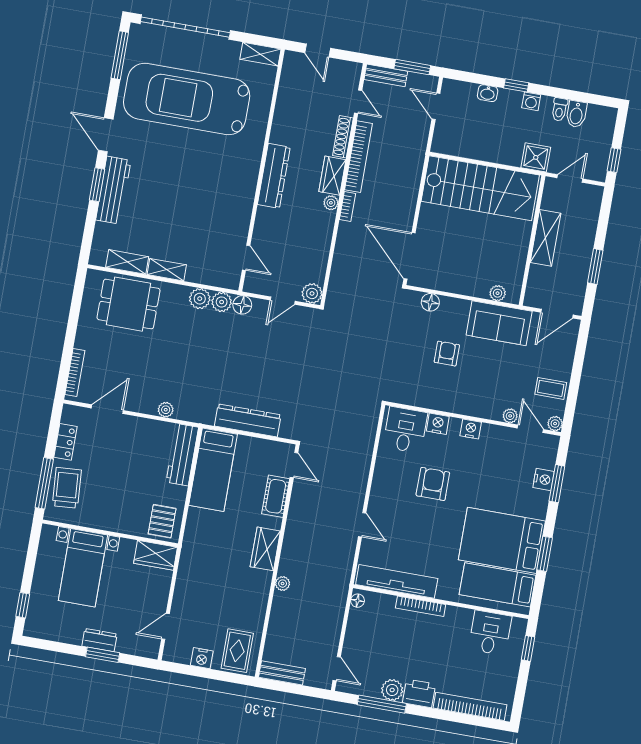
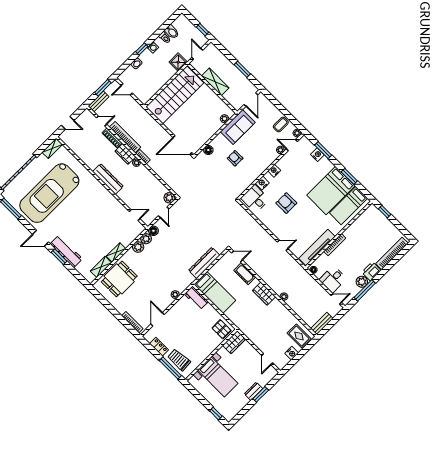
workbench: (182, 455) -> (196, 298), width x0.73
desk: (490, 633) -> (333, 279), moved, turned -90

